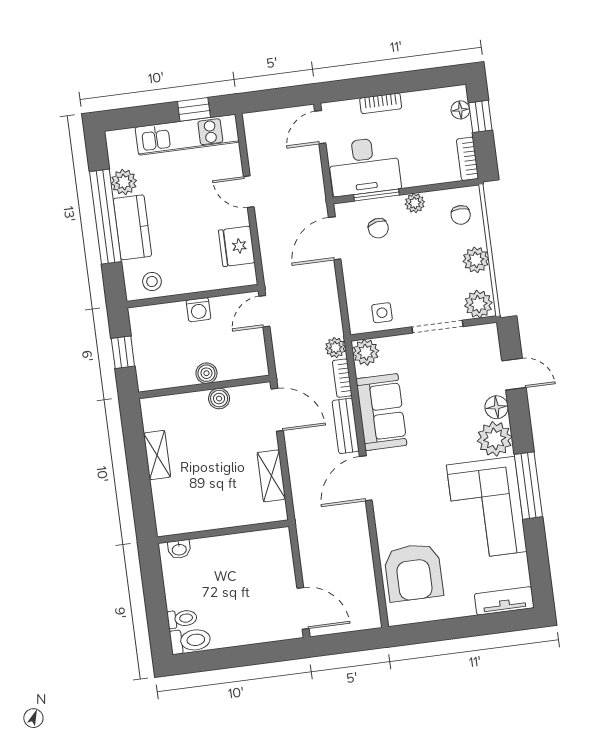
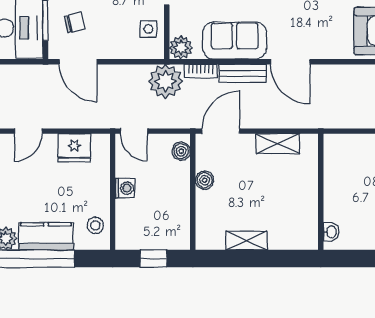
plant: (335, 348) -> (166, 81), width x1.88, depth x1.88
boiler: (206, 373) -> (181, 151), moved

